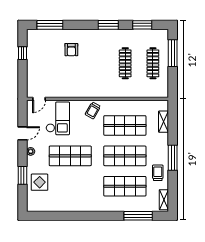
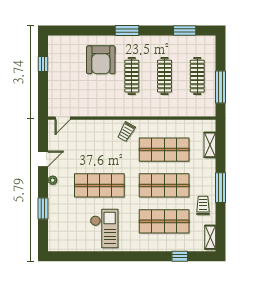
window: (50, 25) -> (75, 31), removed
window: (108, 25) -> (127, 31), moved
armchair: (71, 50) -> (101, 60), width x1.88, depth x1.88
window: (173, 53) -> (221, 87), moved
clothes rail: (98, 63) -> (132, 76), added
checkout: (58, 118) -> (104, 228), moved
display table: (40, 182) -> (63, 217), removed
window: (138, 216) -> (180, 256), width x0.46

